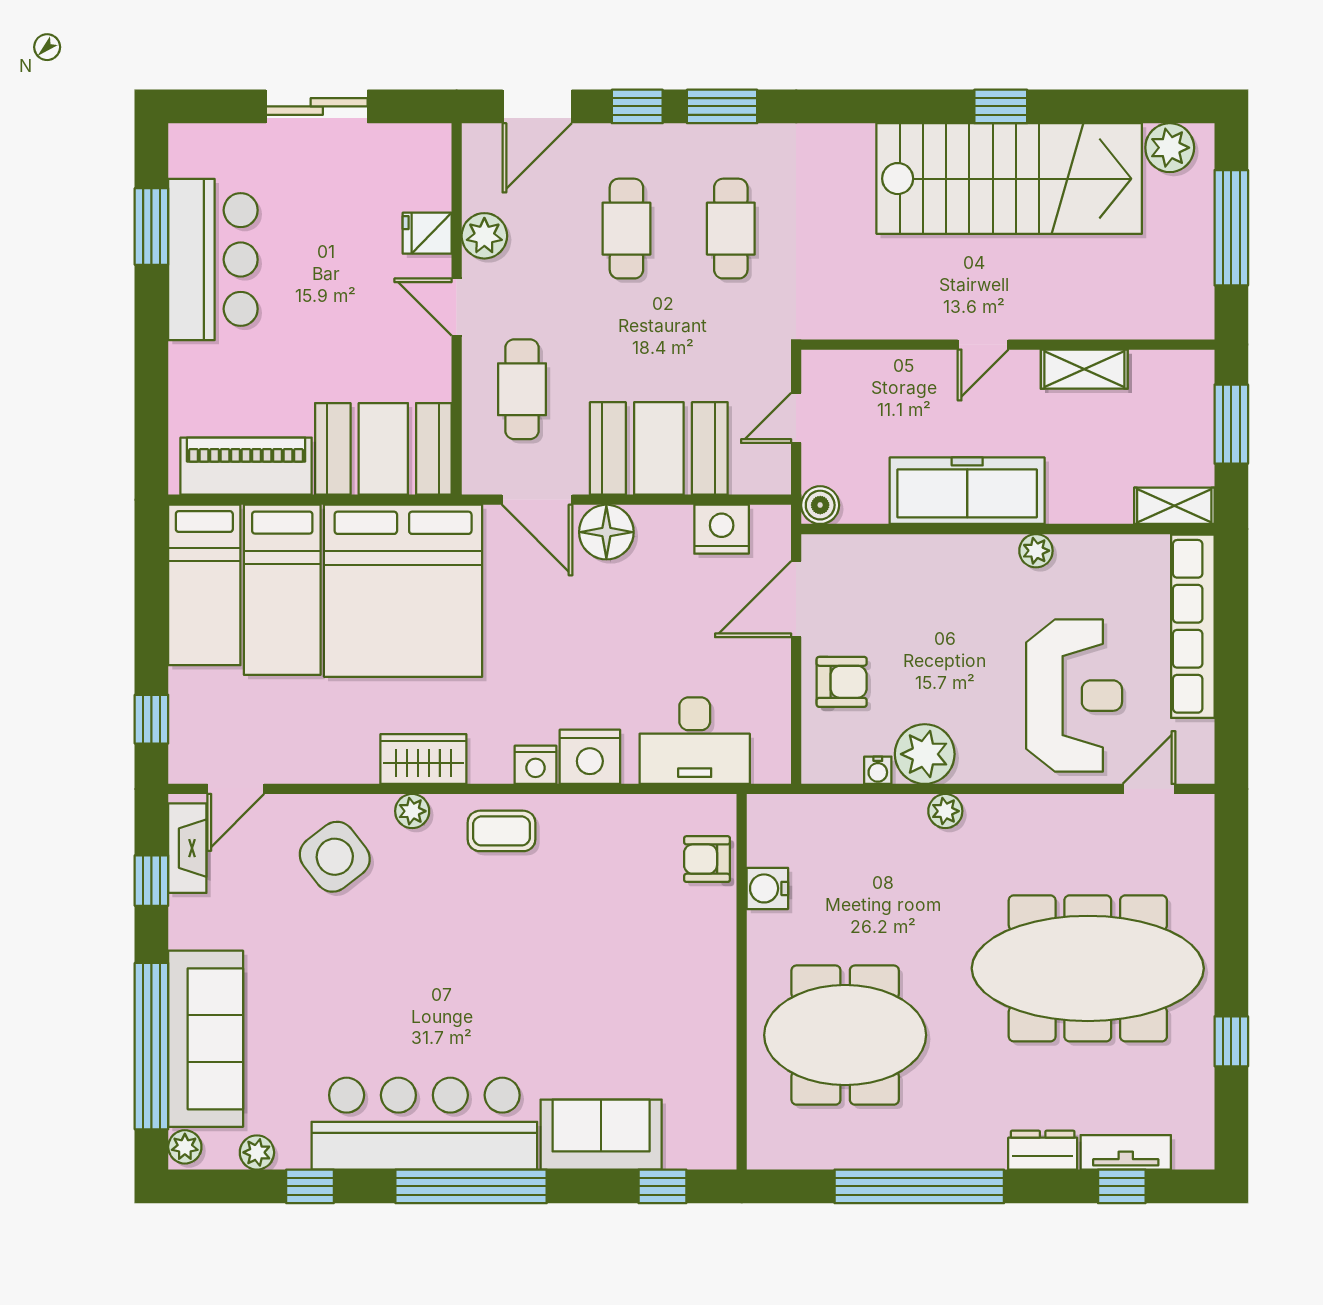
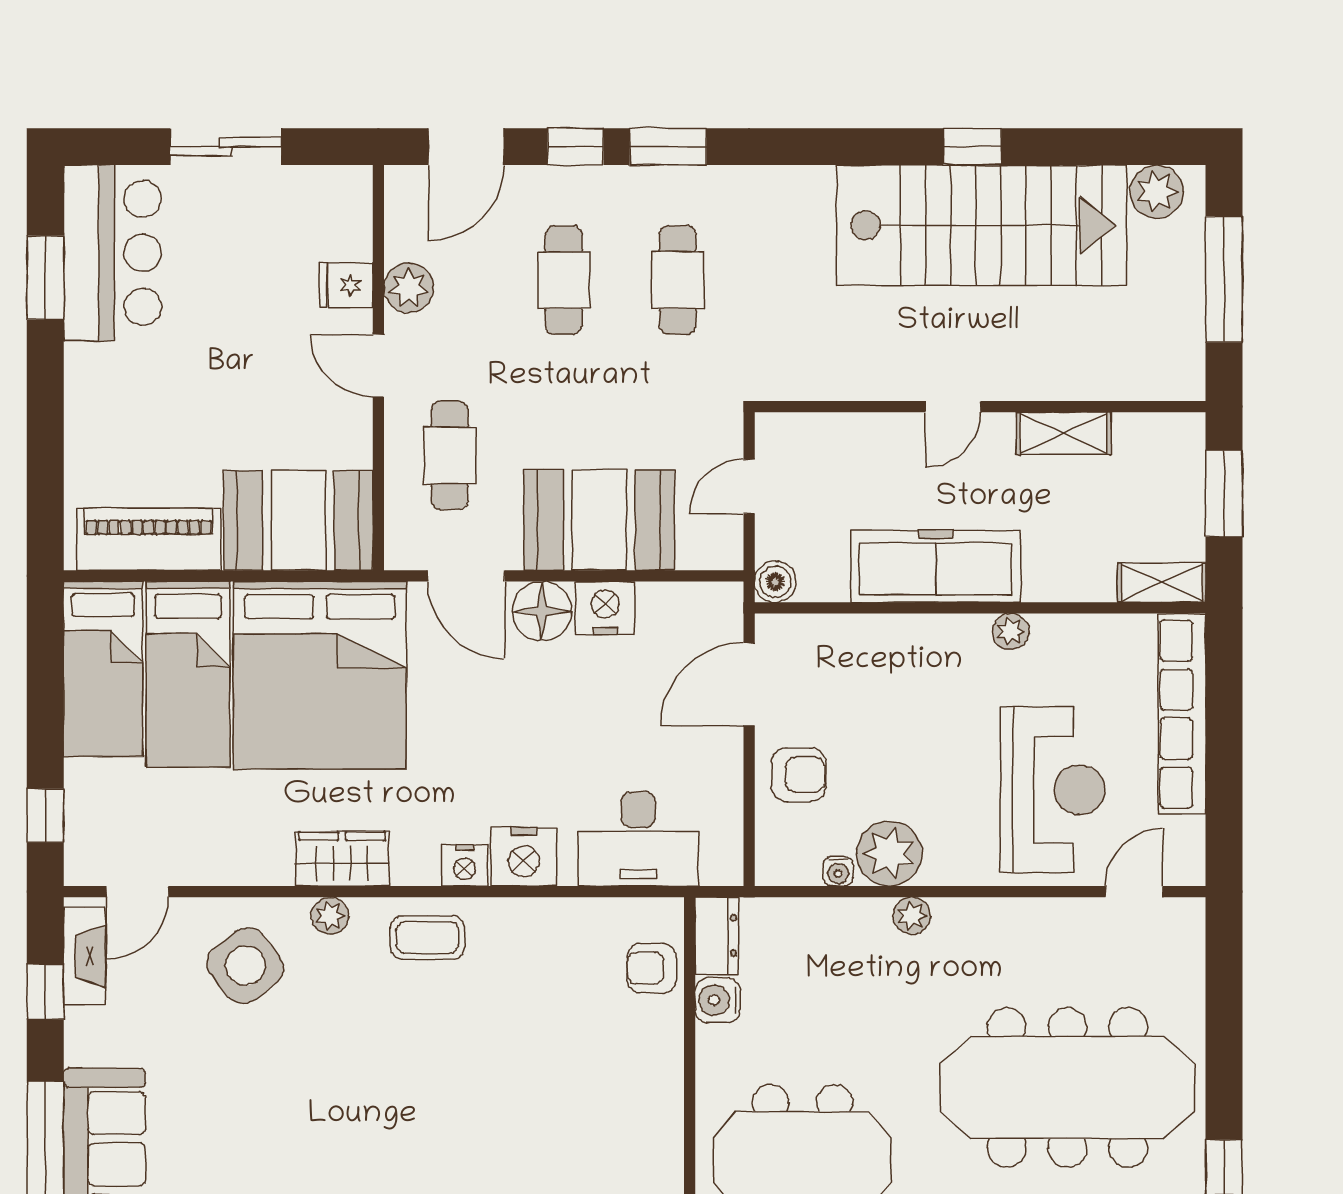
bar counter: (213, 260) -> (112, 253), moved
nightstand: (722, 529) -> (605, 608), moved
dresser: (767, 829) -> (717, 936), added

